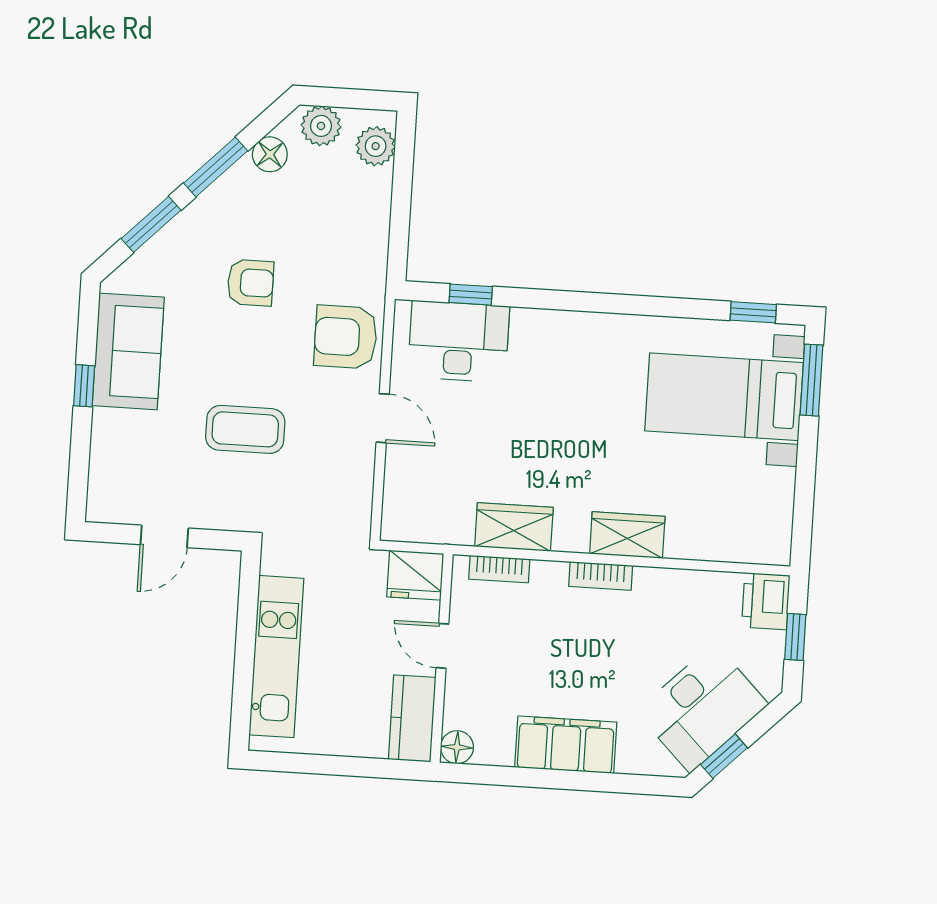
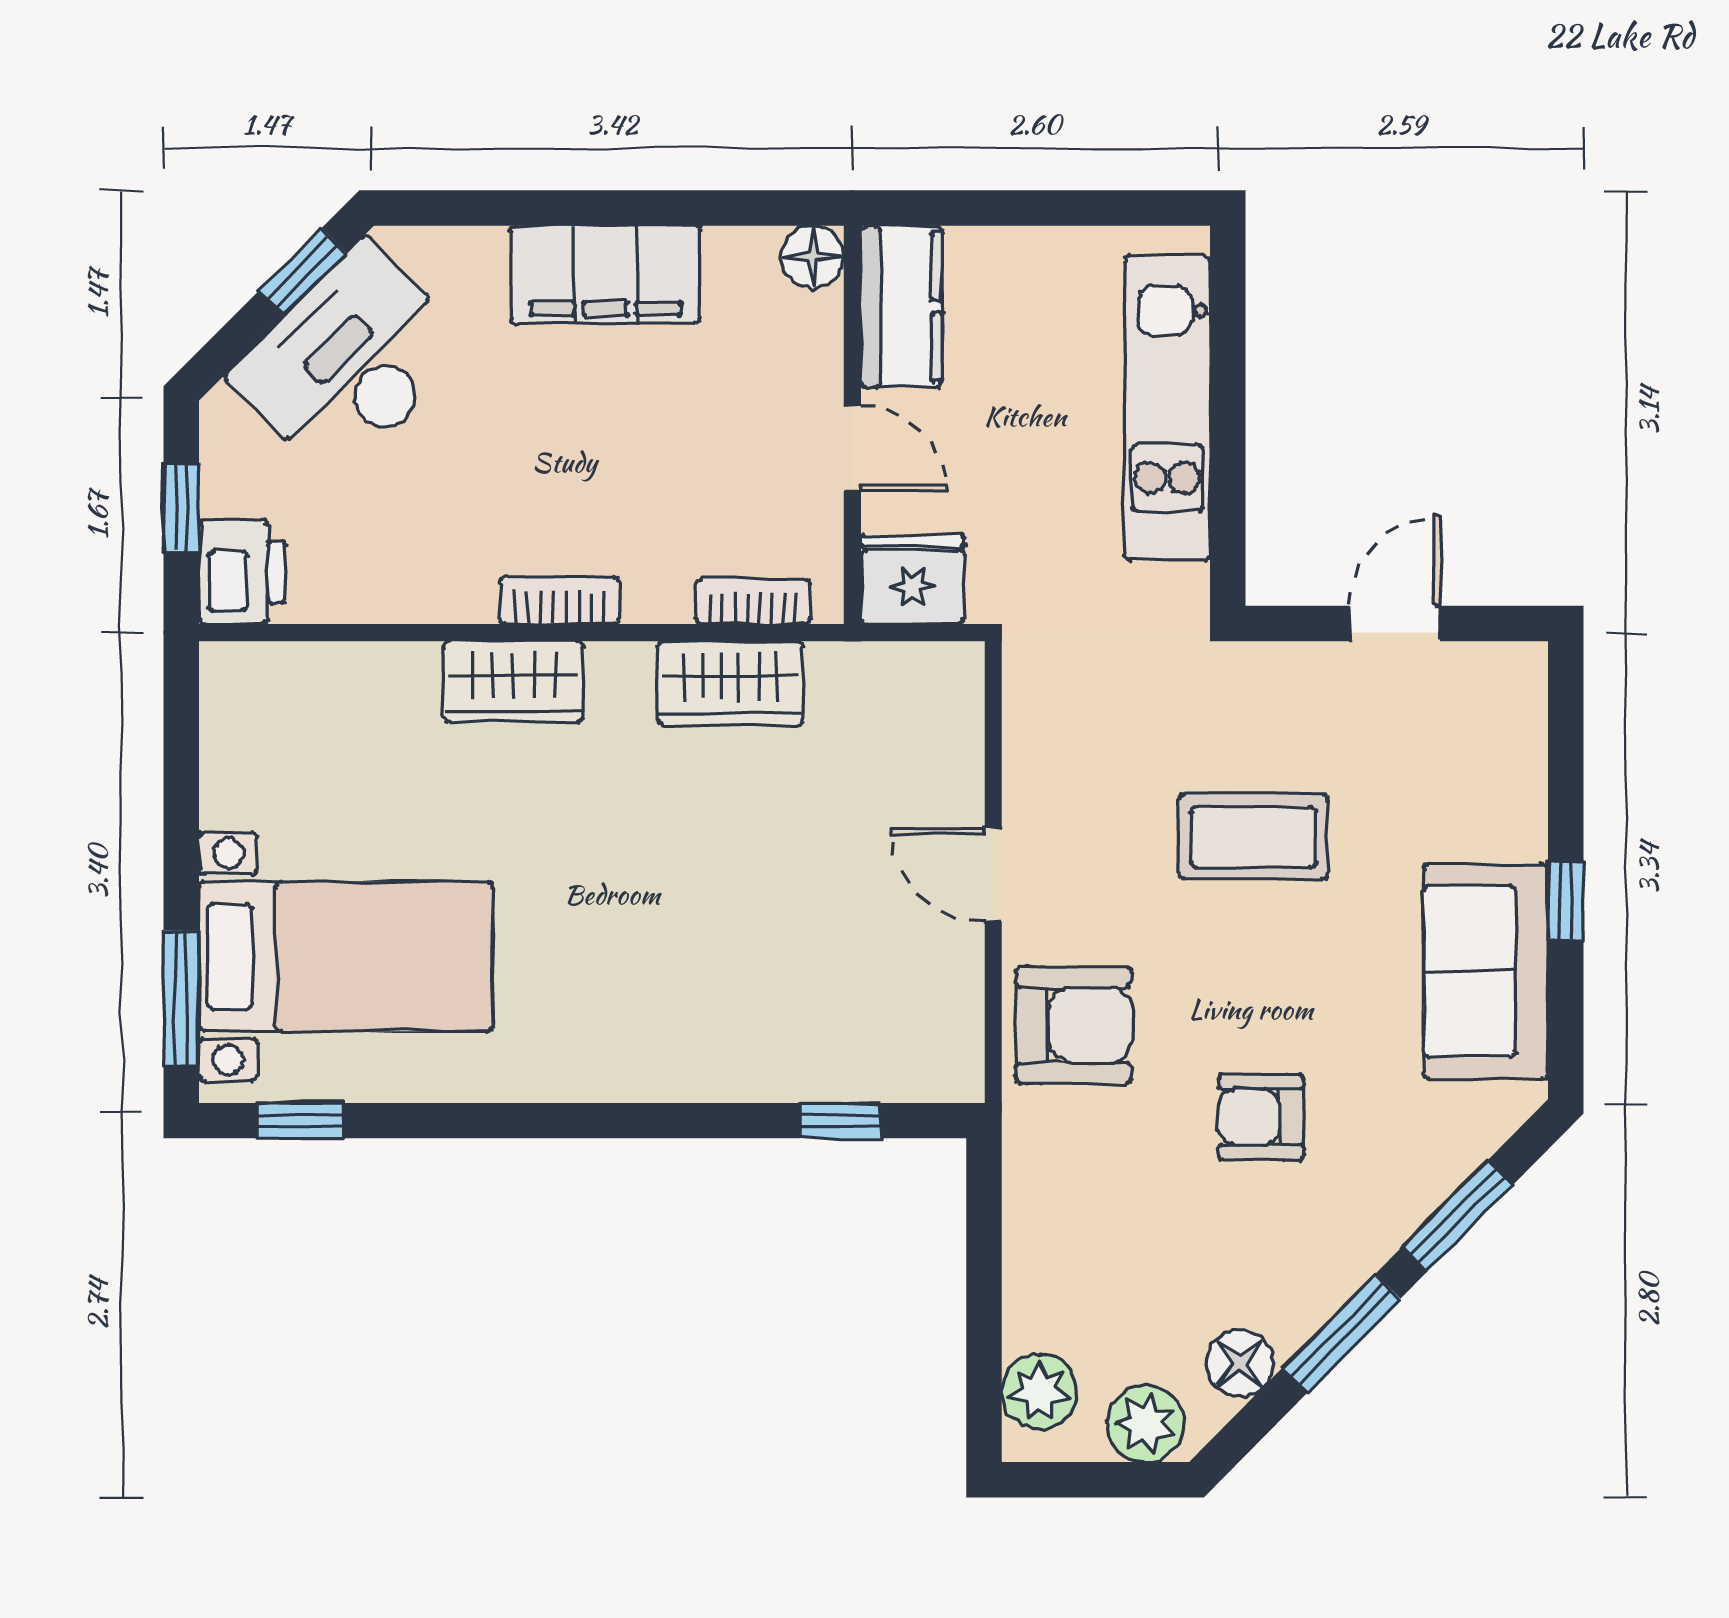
desk: (459, 342) -> (858, 1030), removed

